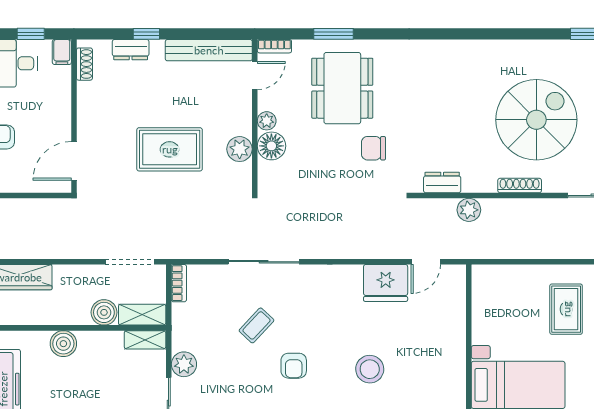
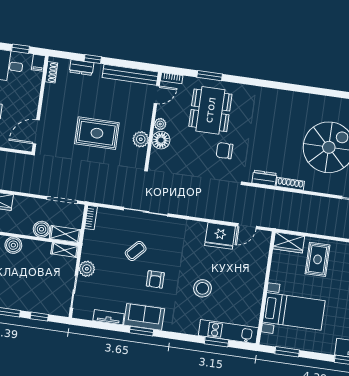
shoe rack: (520, 186) -> (290, 184), moved
plant: (469, 210) -> (279, 198), removed
wardrobe: (495, 278) -> (289, 242), added
rug: (566, 309) -> (318, 259), moved

